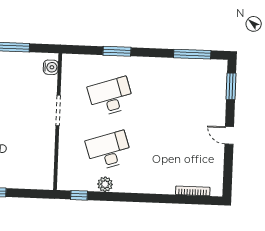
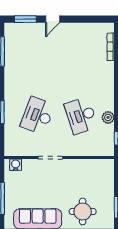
desk: (111, 97) -> (37, 116), turned 39
door: (229, 135) -> (53, 19), moved

